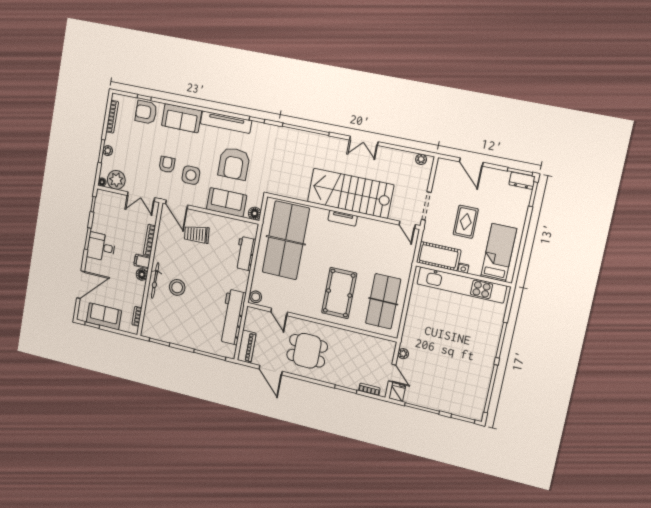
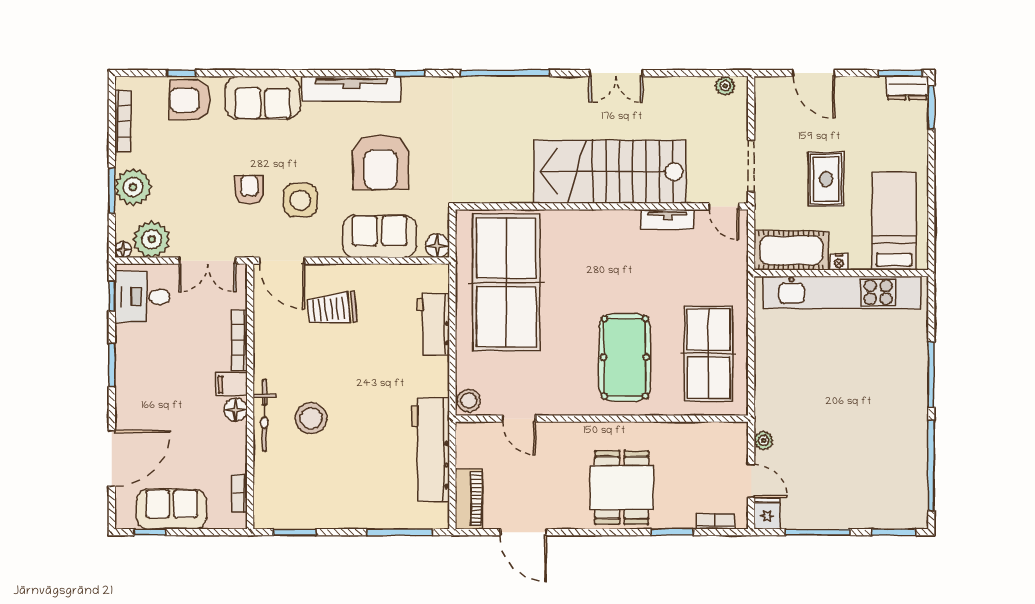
plant: (108, 151) -> (133, 187), width x1.88, depth x1.88
tv unit: (343, 218) -> (667, 219), moved
desk: (101, 247) -> (142, 297), moved
dining table: (307, 351) -> (622, 488), moved, turned 90

